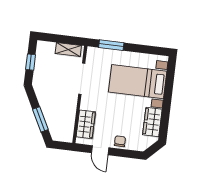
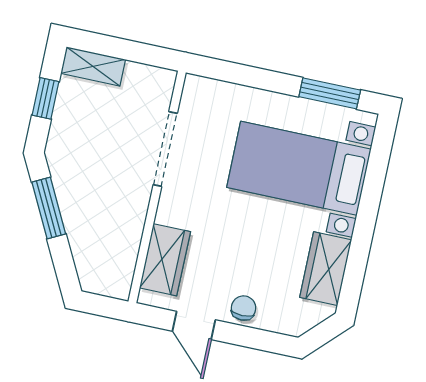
window: (111, 45) -> (330, 93), moved
shelving: (68, 50) -> (93, 66), moved
window: (40, 119) -> (49, 208), moved

